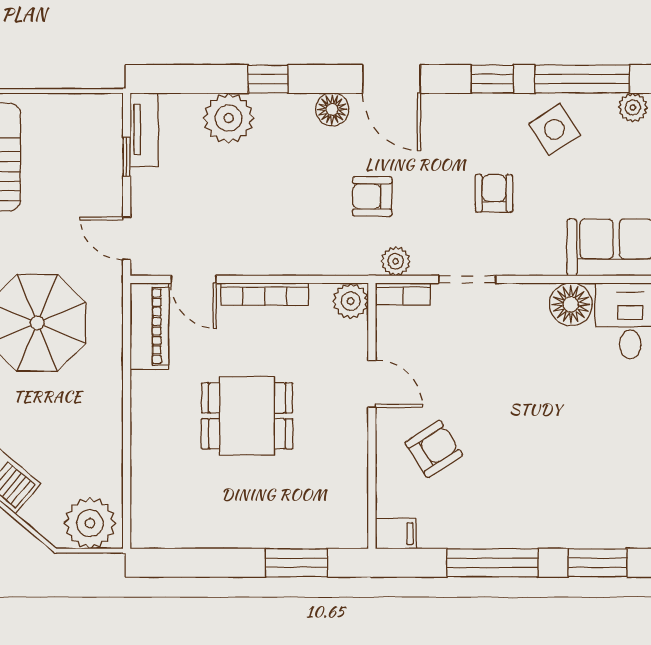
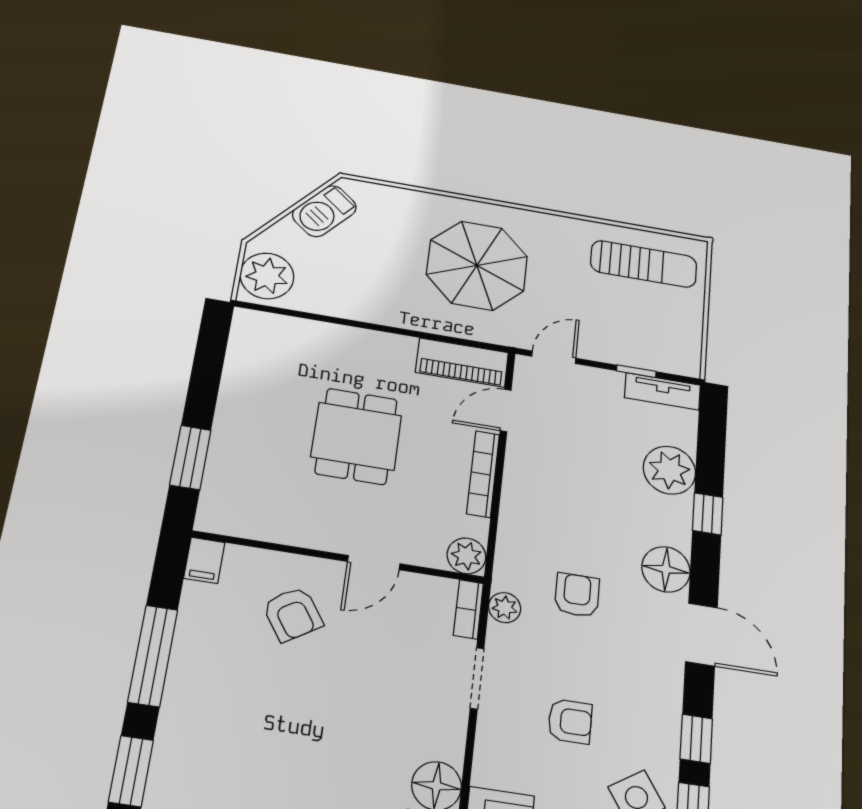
door: (392, 79) -> (702, 635), swing flipped
floor lamp: (332, 109) -> (666, 569), width x1.38, depth x1.38

